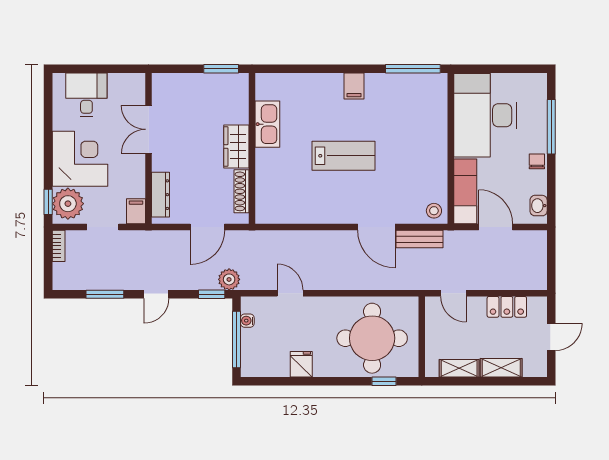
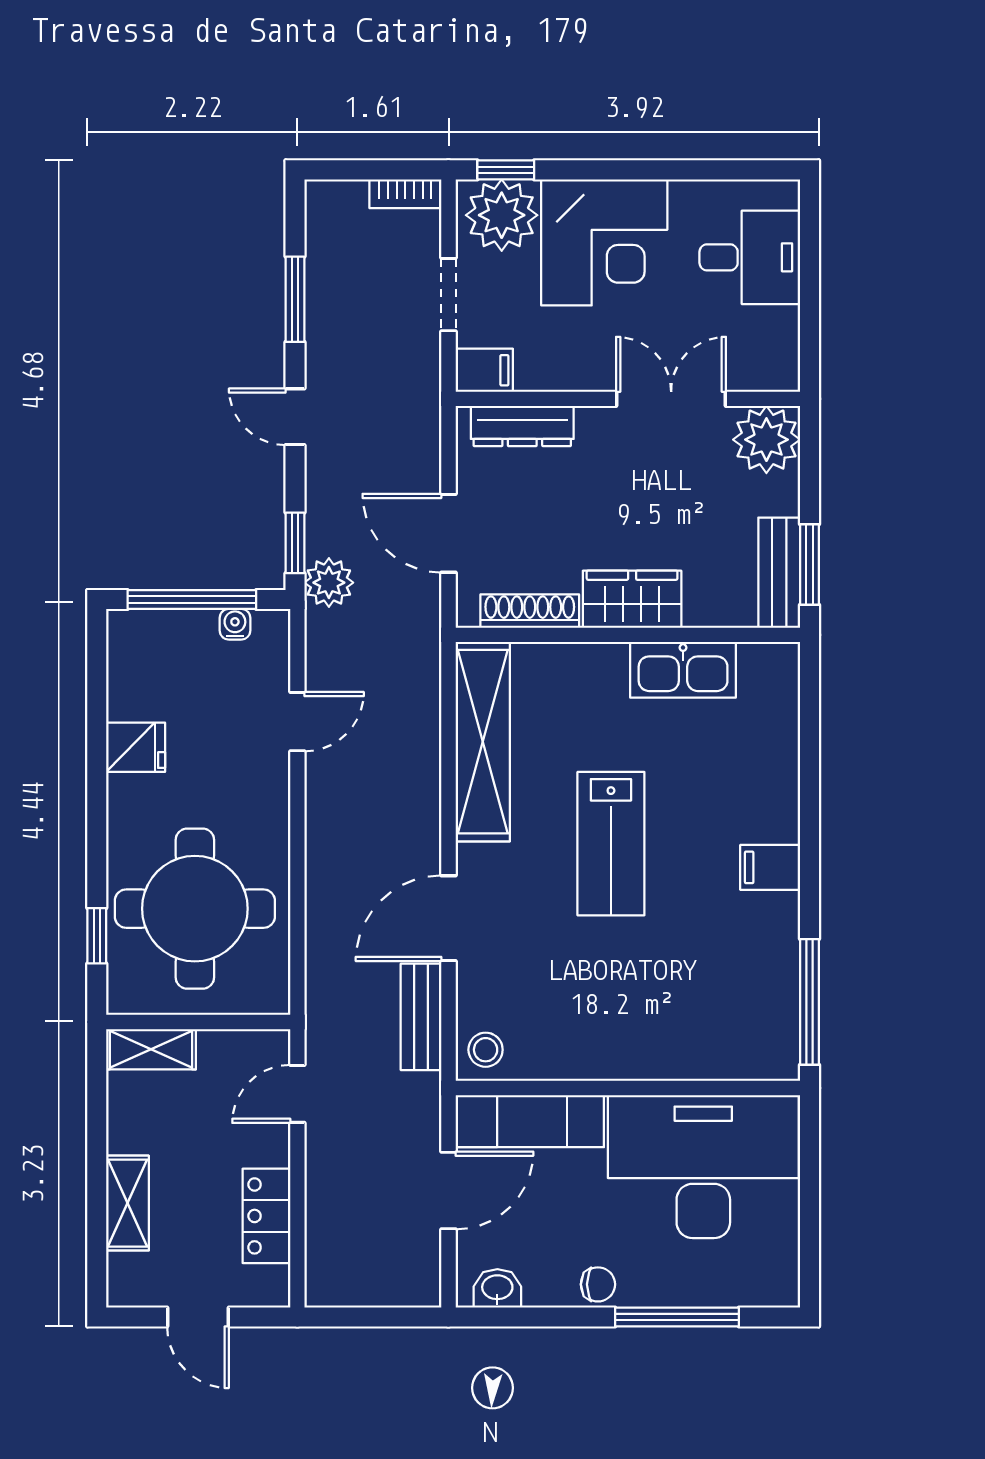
bench: (225, 82) -> (779, 572), added
plant: (166, 88) -> (766, 440), added
shelving: (299, 212) -> (483, 742), added
shelving: (459, 368) -> (151, 1049), moved, turned 90

